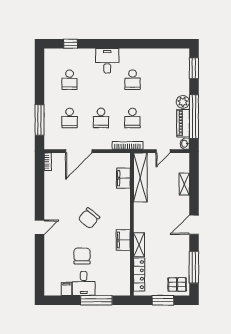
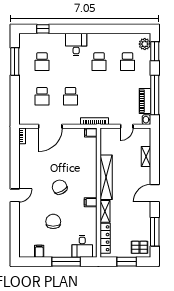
plant: (183, 102) -> (145, 44), moved
school desk: (132, 118) -> (128, 62), moved
window: (40, 120) -> (15, 61), moved
shelving: (140, 177) -> (106, 177), moved
filing cabinet: (123, 178) -> (91, 132), moved, width x0.50
chair: (89, 218) -> (60, 187), turned 113
filing cabinet: (123, 240) -> (91, 202), width x0.50
desk: (84, 283) -> (82, 246), moved

